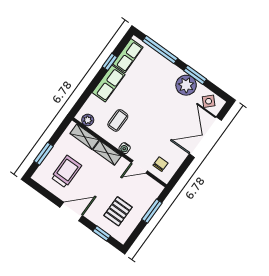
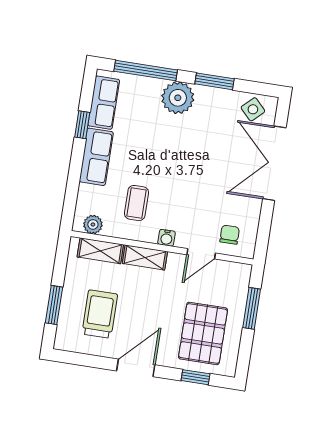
plant: (186, 85) -> (178, 98), moved
pallet: (118, 211) -> (203, 333), width x1.50, depth x1.42

